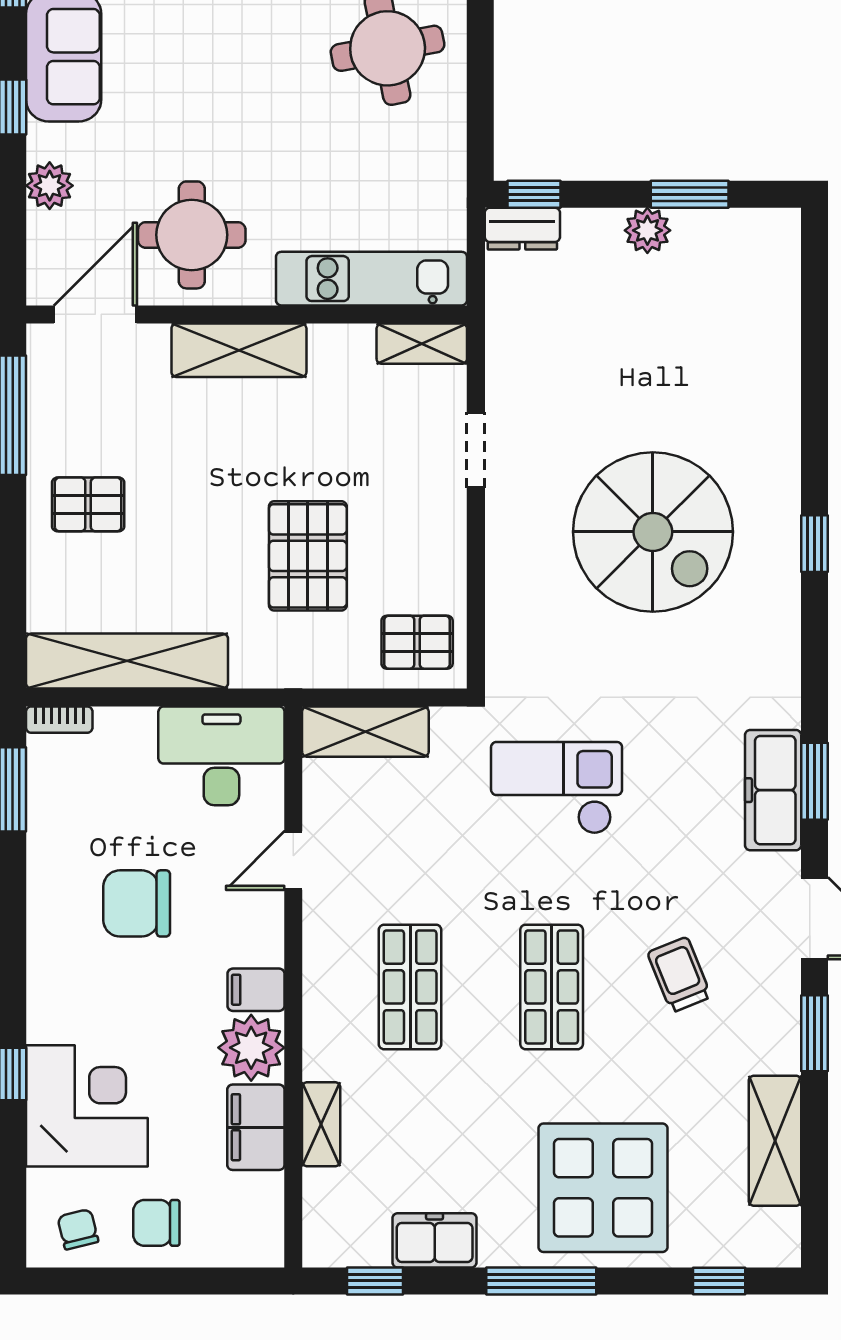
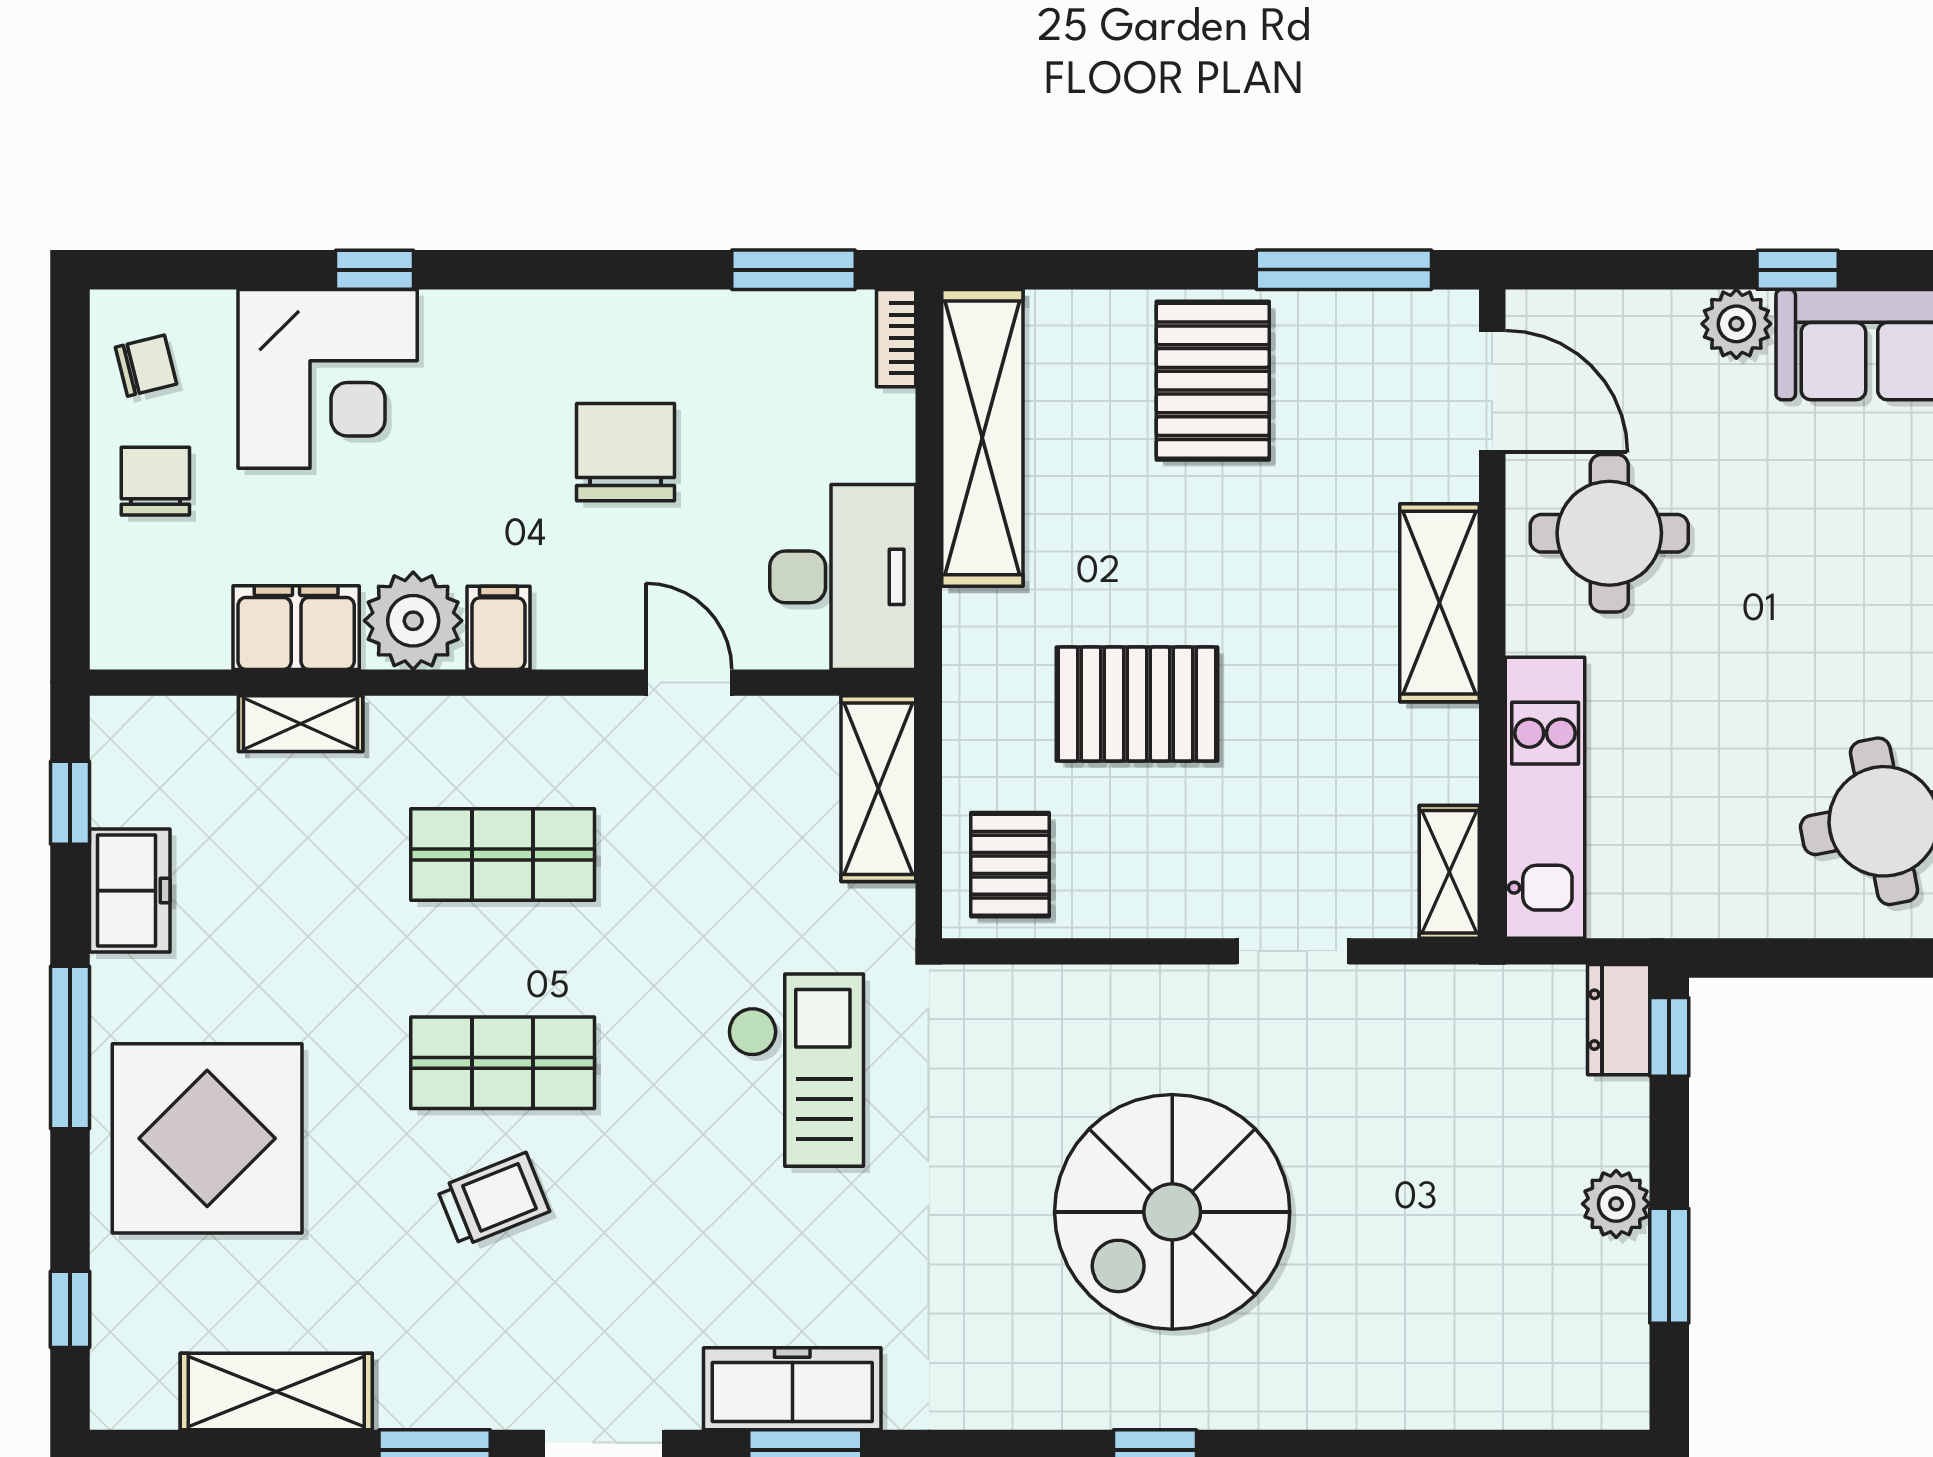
plant: (50, 186) -> (1736, 324), moved
pallet: (88, 504) -> (1213, 381), width x1.50, depth x1.42
trolley: (679, 975) -> (493, 1200), moved

